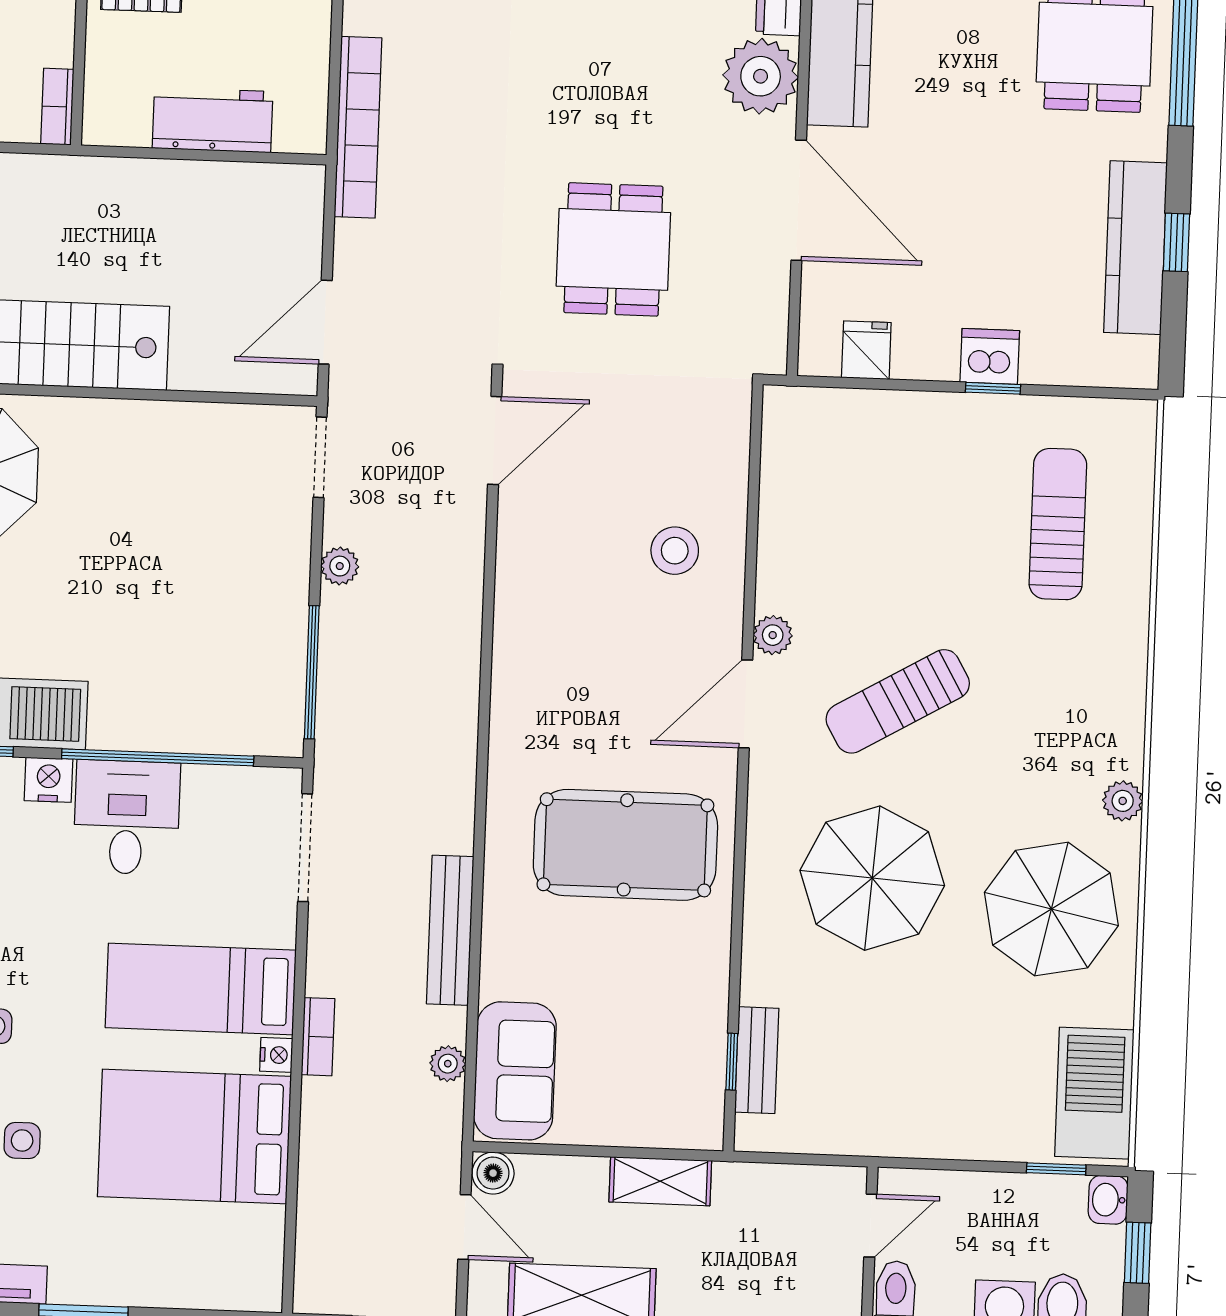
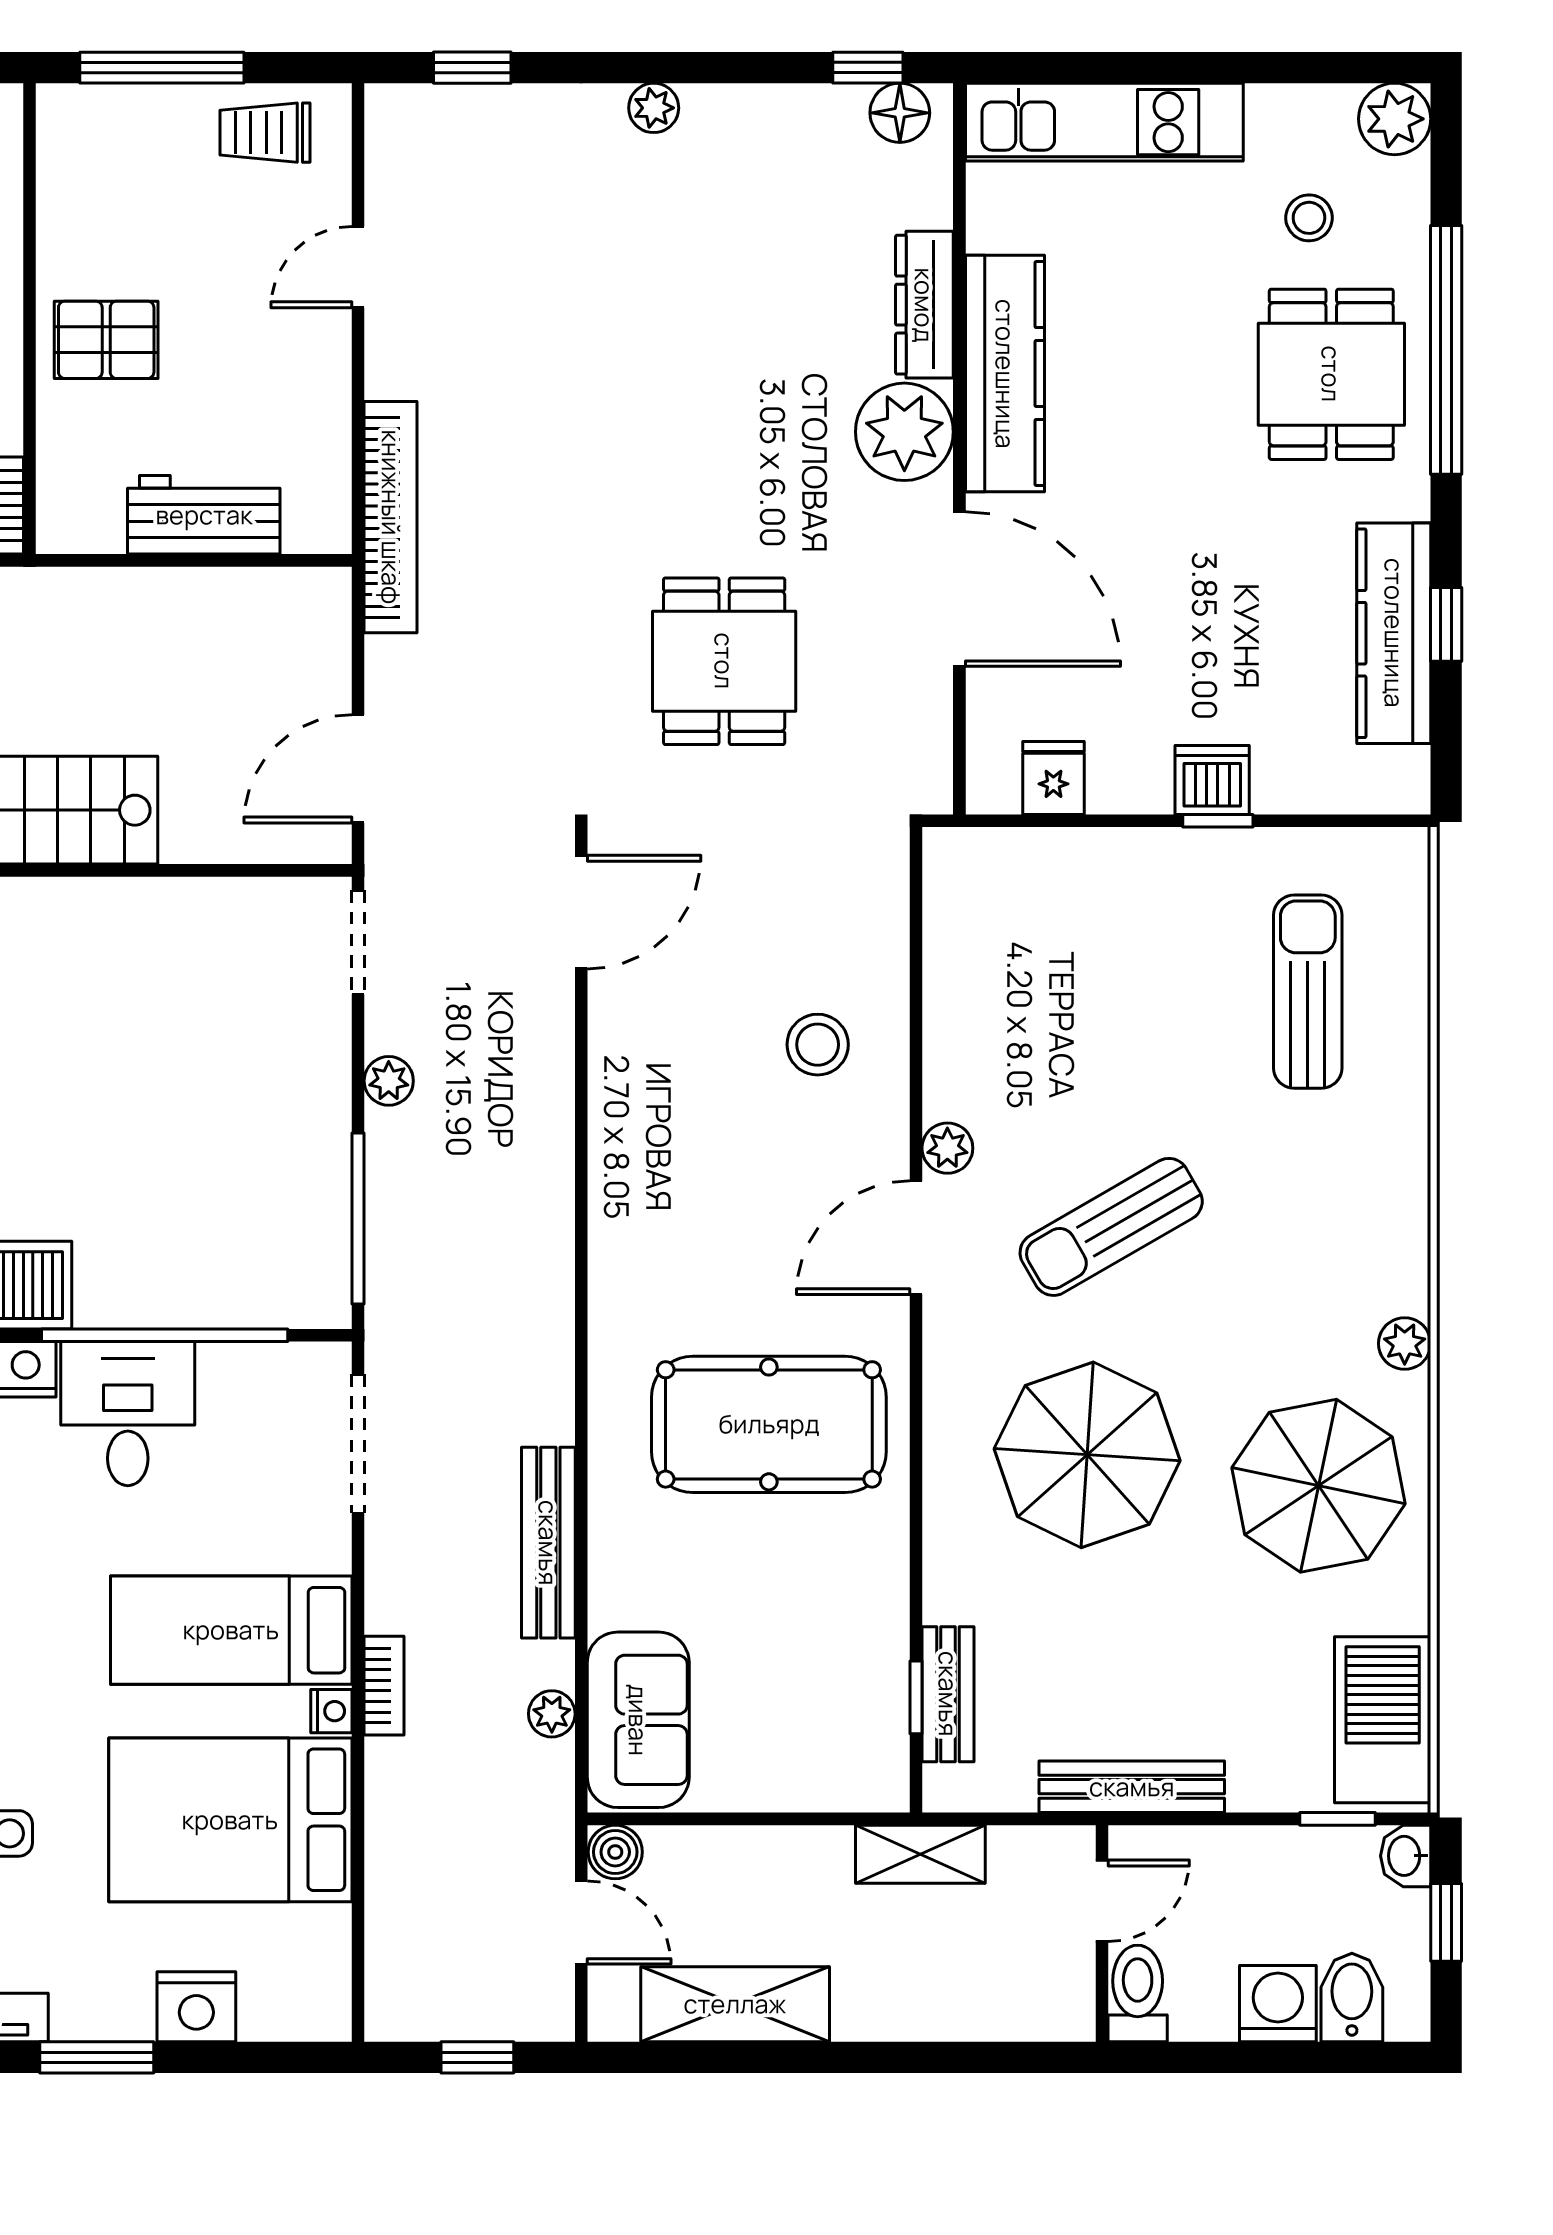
bench: (897, 1138) -> (1132, 1787), added
shelving: (660, 1181) -> (920, 1854), moved
nightstand: (162, 1281) -> (196, 2007), added

